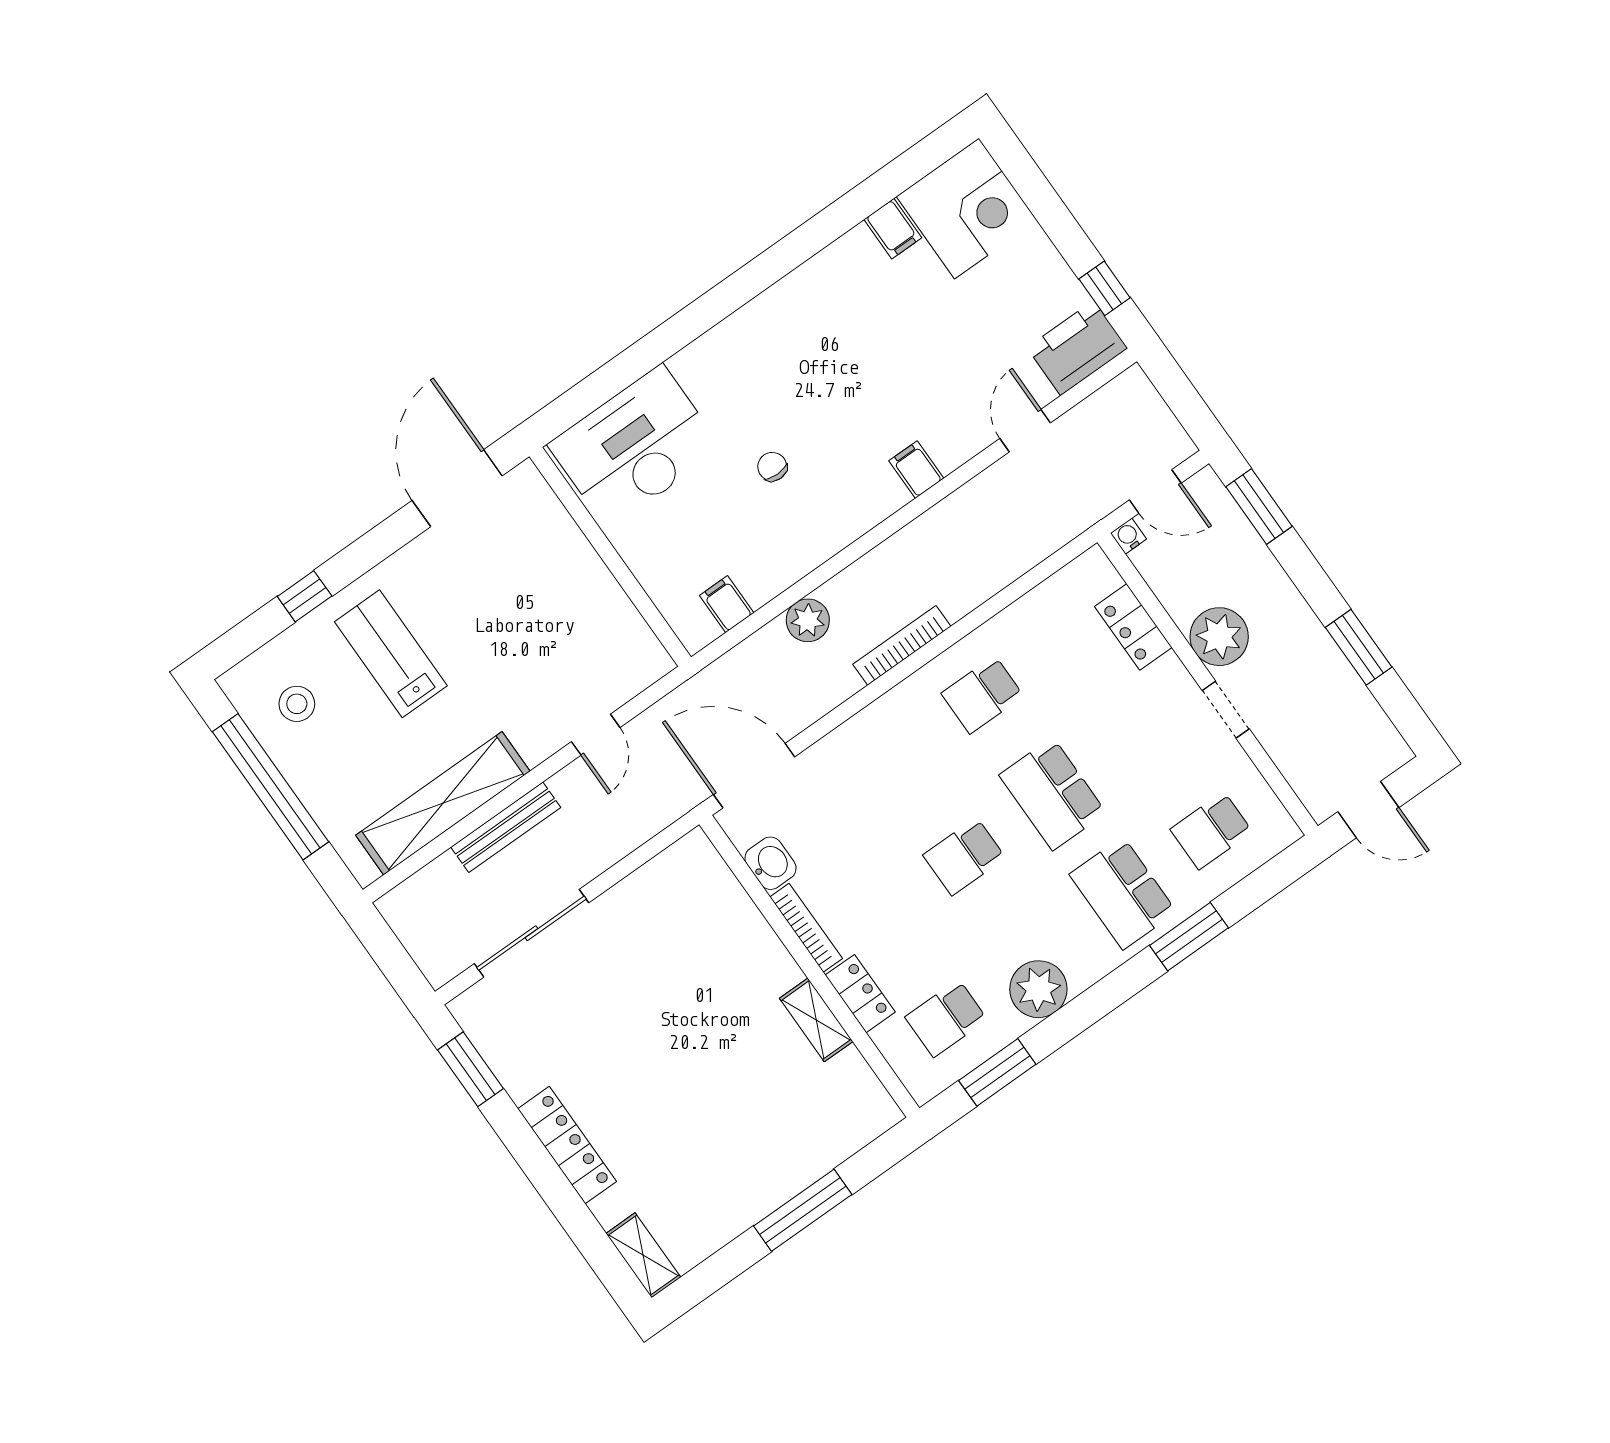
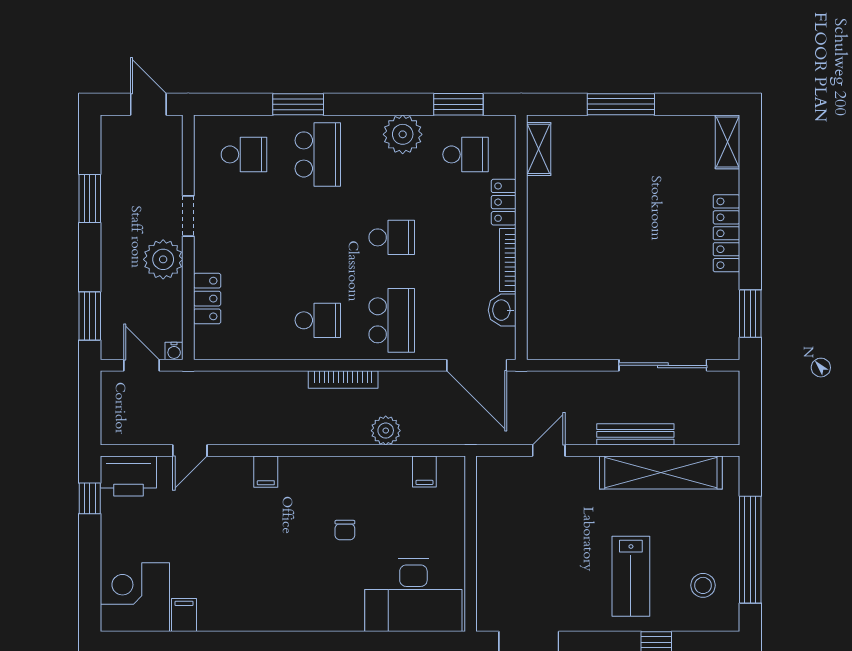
school desk: (1053, 794) -> (392, 320), moved
shelving: (816, 1020) -> (539, 149), moved

